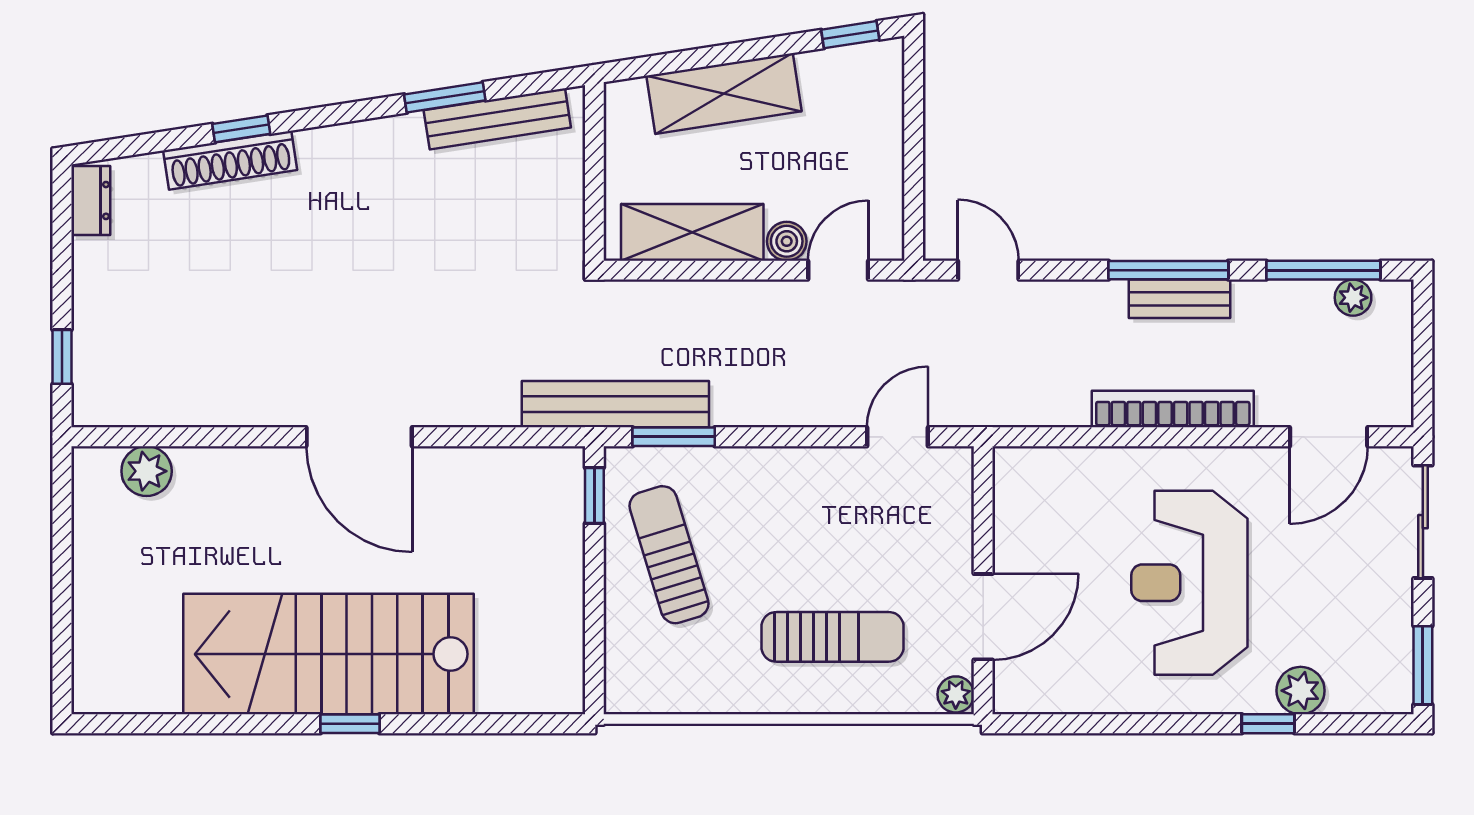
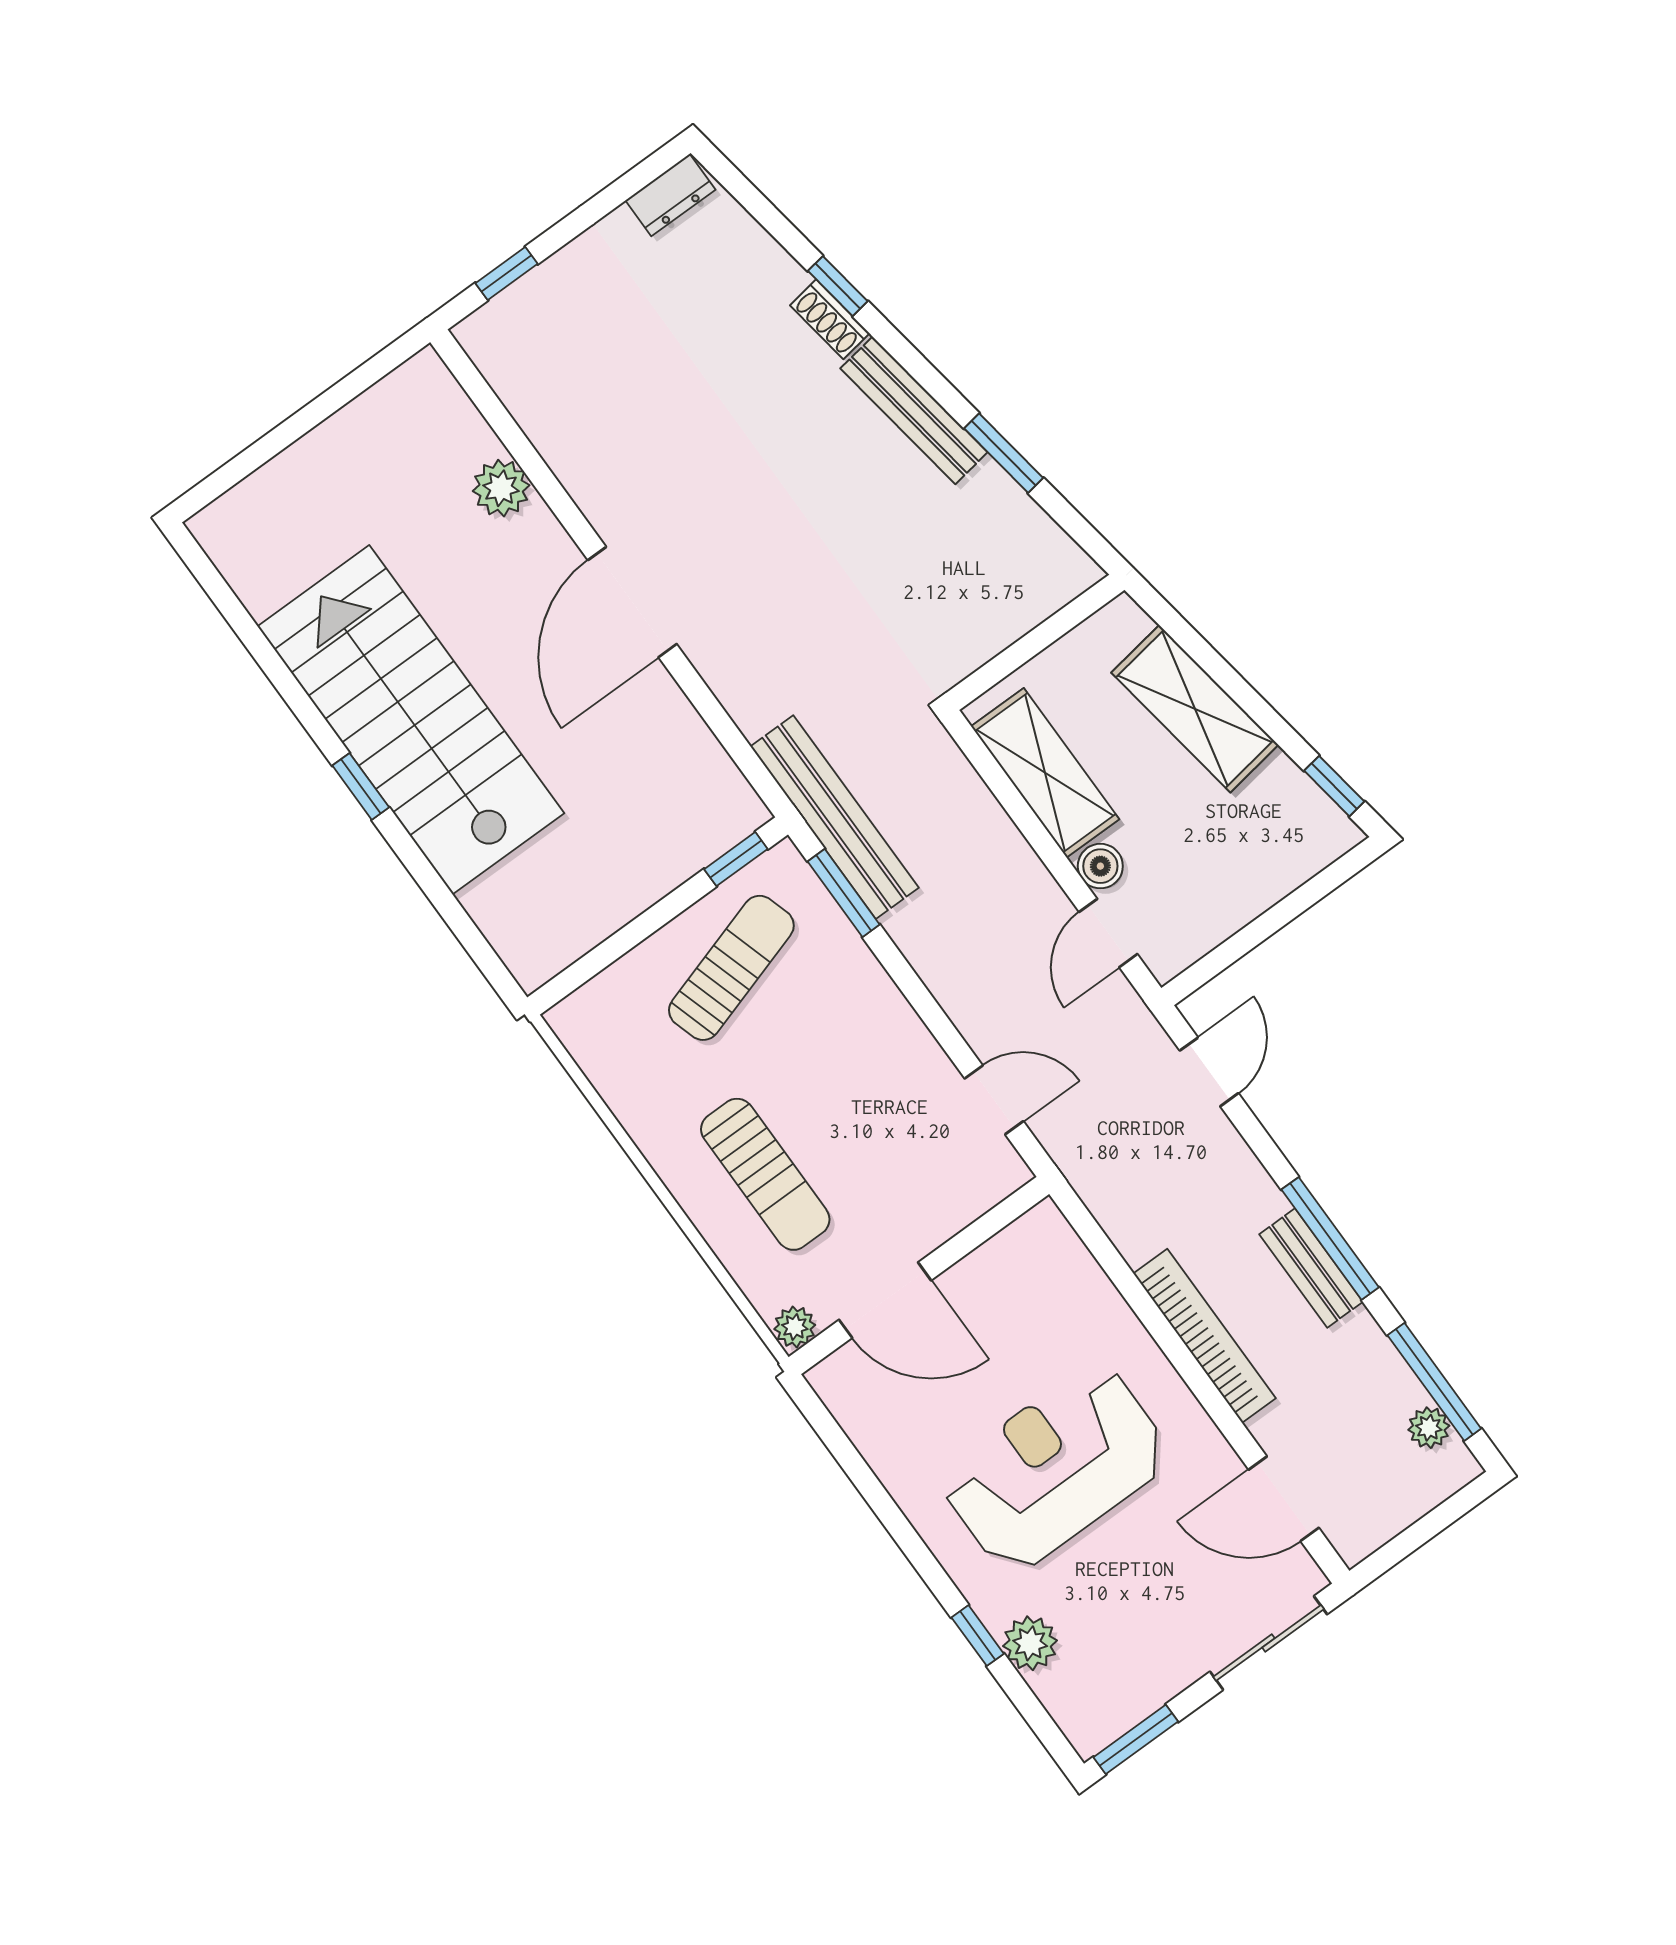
bench: (497, 119) -> (914, 410), moved
shoe rack: (230, 160) -> (830, 319), width x0.51, depth x0.81
door: (838, 270) -> (1108, 933), swing flipped
plant: (147, 471) -> (501, 488), moved

